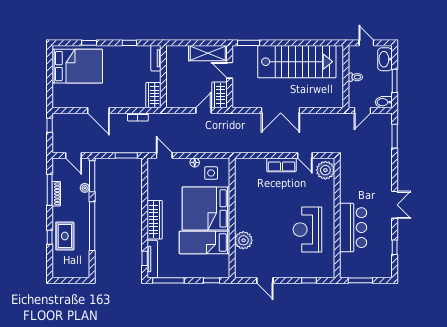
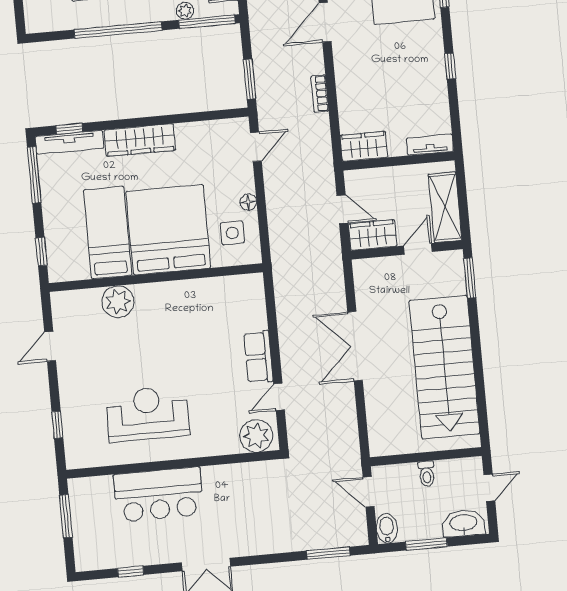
tv unit: (156, 58) -> (430, 145), moved
wall: (163, 77) -> (398, 161), moved
wardrobe: (153, 95) -> (364, 146), moved

